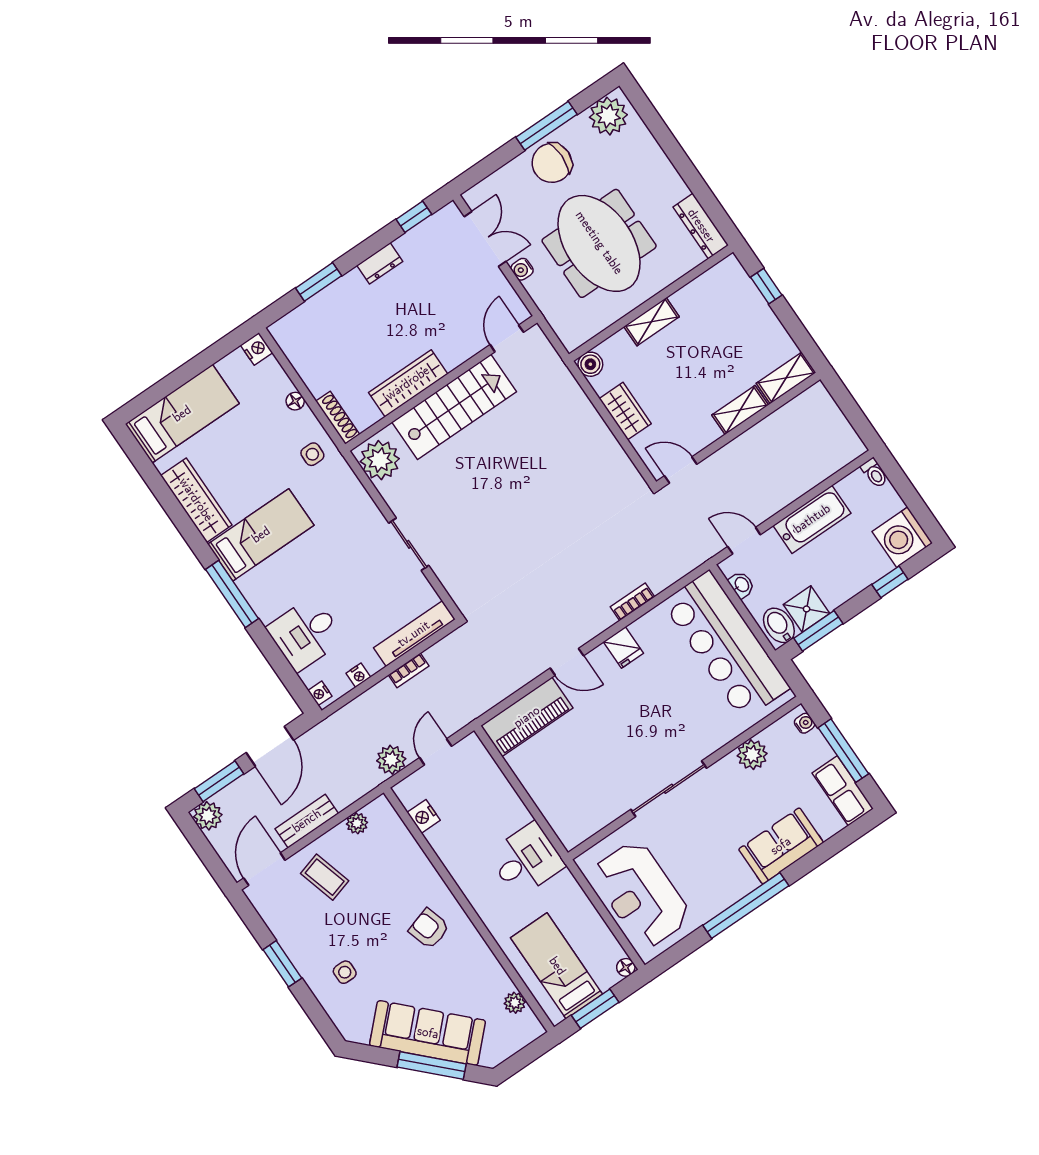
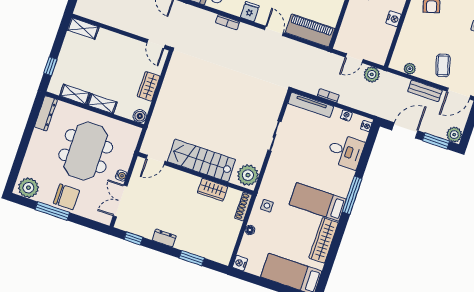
wardrobe: (408, 383) -> (213, 190), width x0.67
shelving: (740, 410) -> (75, 94), moved
nightstand: (424, 816) -> (394, 19), moved

